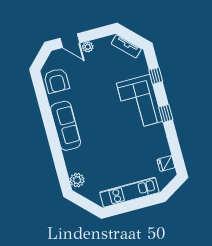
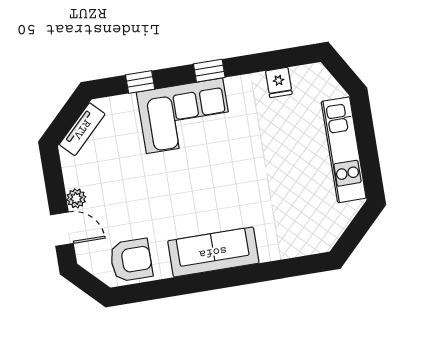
door: (70, 41) -> (62, 229), hinge flipped
fridge: (166, 163) -> (279, 82), moved
plant: (77, 180) -> (313, 241), removed

